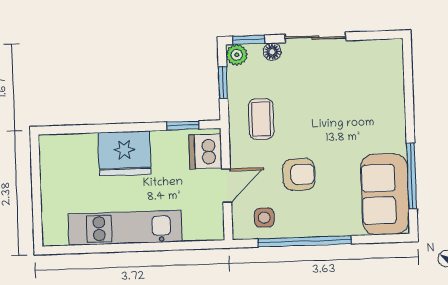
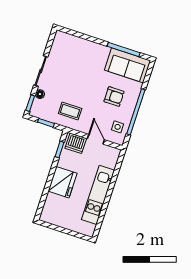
plant: (237, 55) -> (35, 111), removed
armchair: (299, 174) -> (114, 96), moved, turned 90

